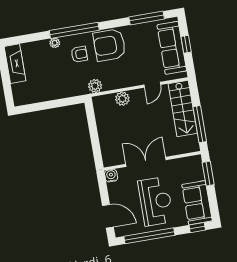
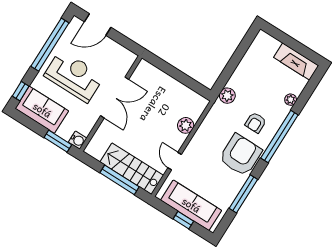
window: (147, 18) -> (243, 194), moved
plant: (55, 43) -> (291, 100), moved
plant: (95, 86) -> (227, 96), moved
window: (200, 124) -> (120, 180), moved
water cooler: (111, 176) -> (78, 140), moved
reception desk: (156, 201) -> (74, 76), turned 180

